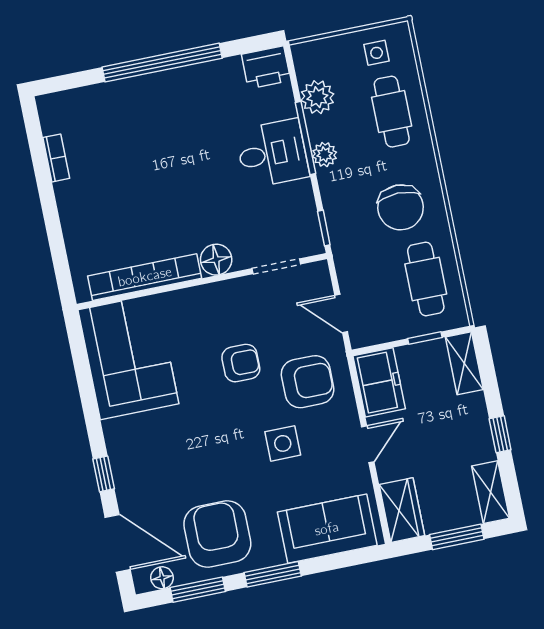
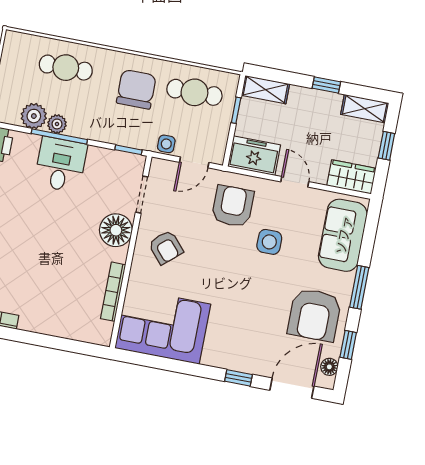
side table: (377, 53) -> (166, 144), moved
plant: (325, 154) -> (57, 124), moved
chair: (401, 207) -> (136, 89), turned -90
floor lamp: (216, 260) -> (116, 230), width x1.38, depth x1.38
bookcase: (145, 277) -> (113, 292), width x0.68, depth x0.76
armchair: (241, 363) -> (166, 247), moved, turned 139
armchair: (217, 534) -> (314, 315), turned -90
window: (457, 537) -> (386, 146), width x0.67
window: (198, 590) -> (348, 345), width x0.67

